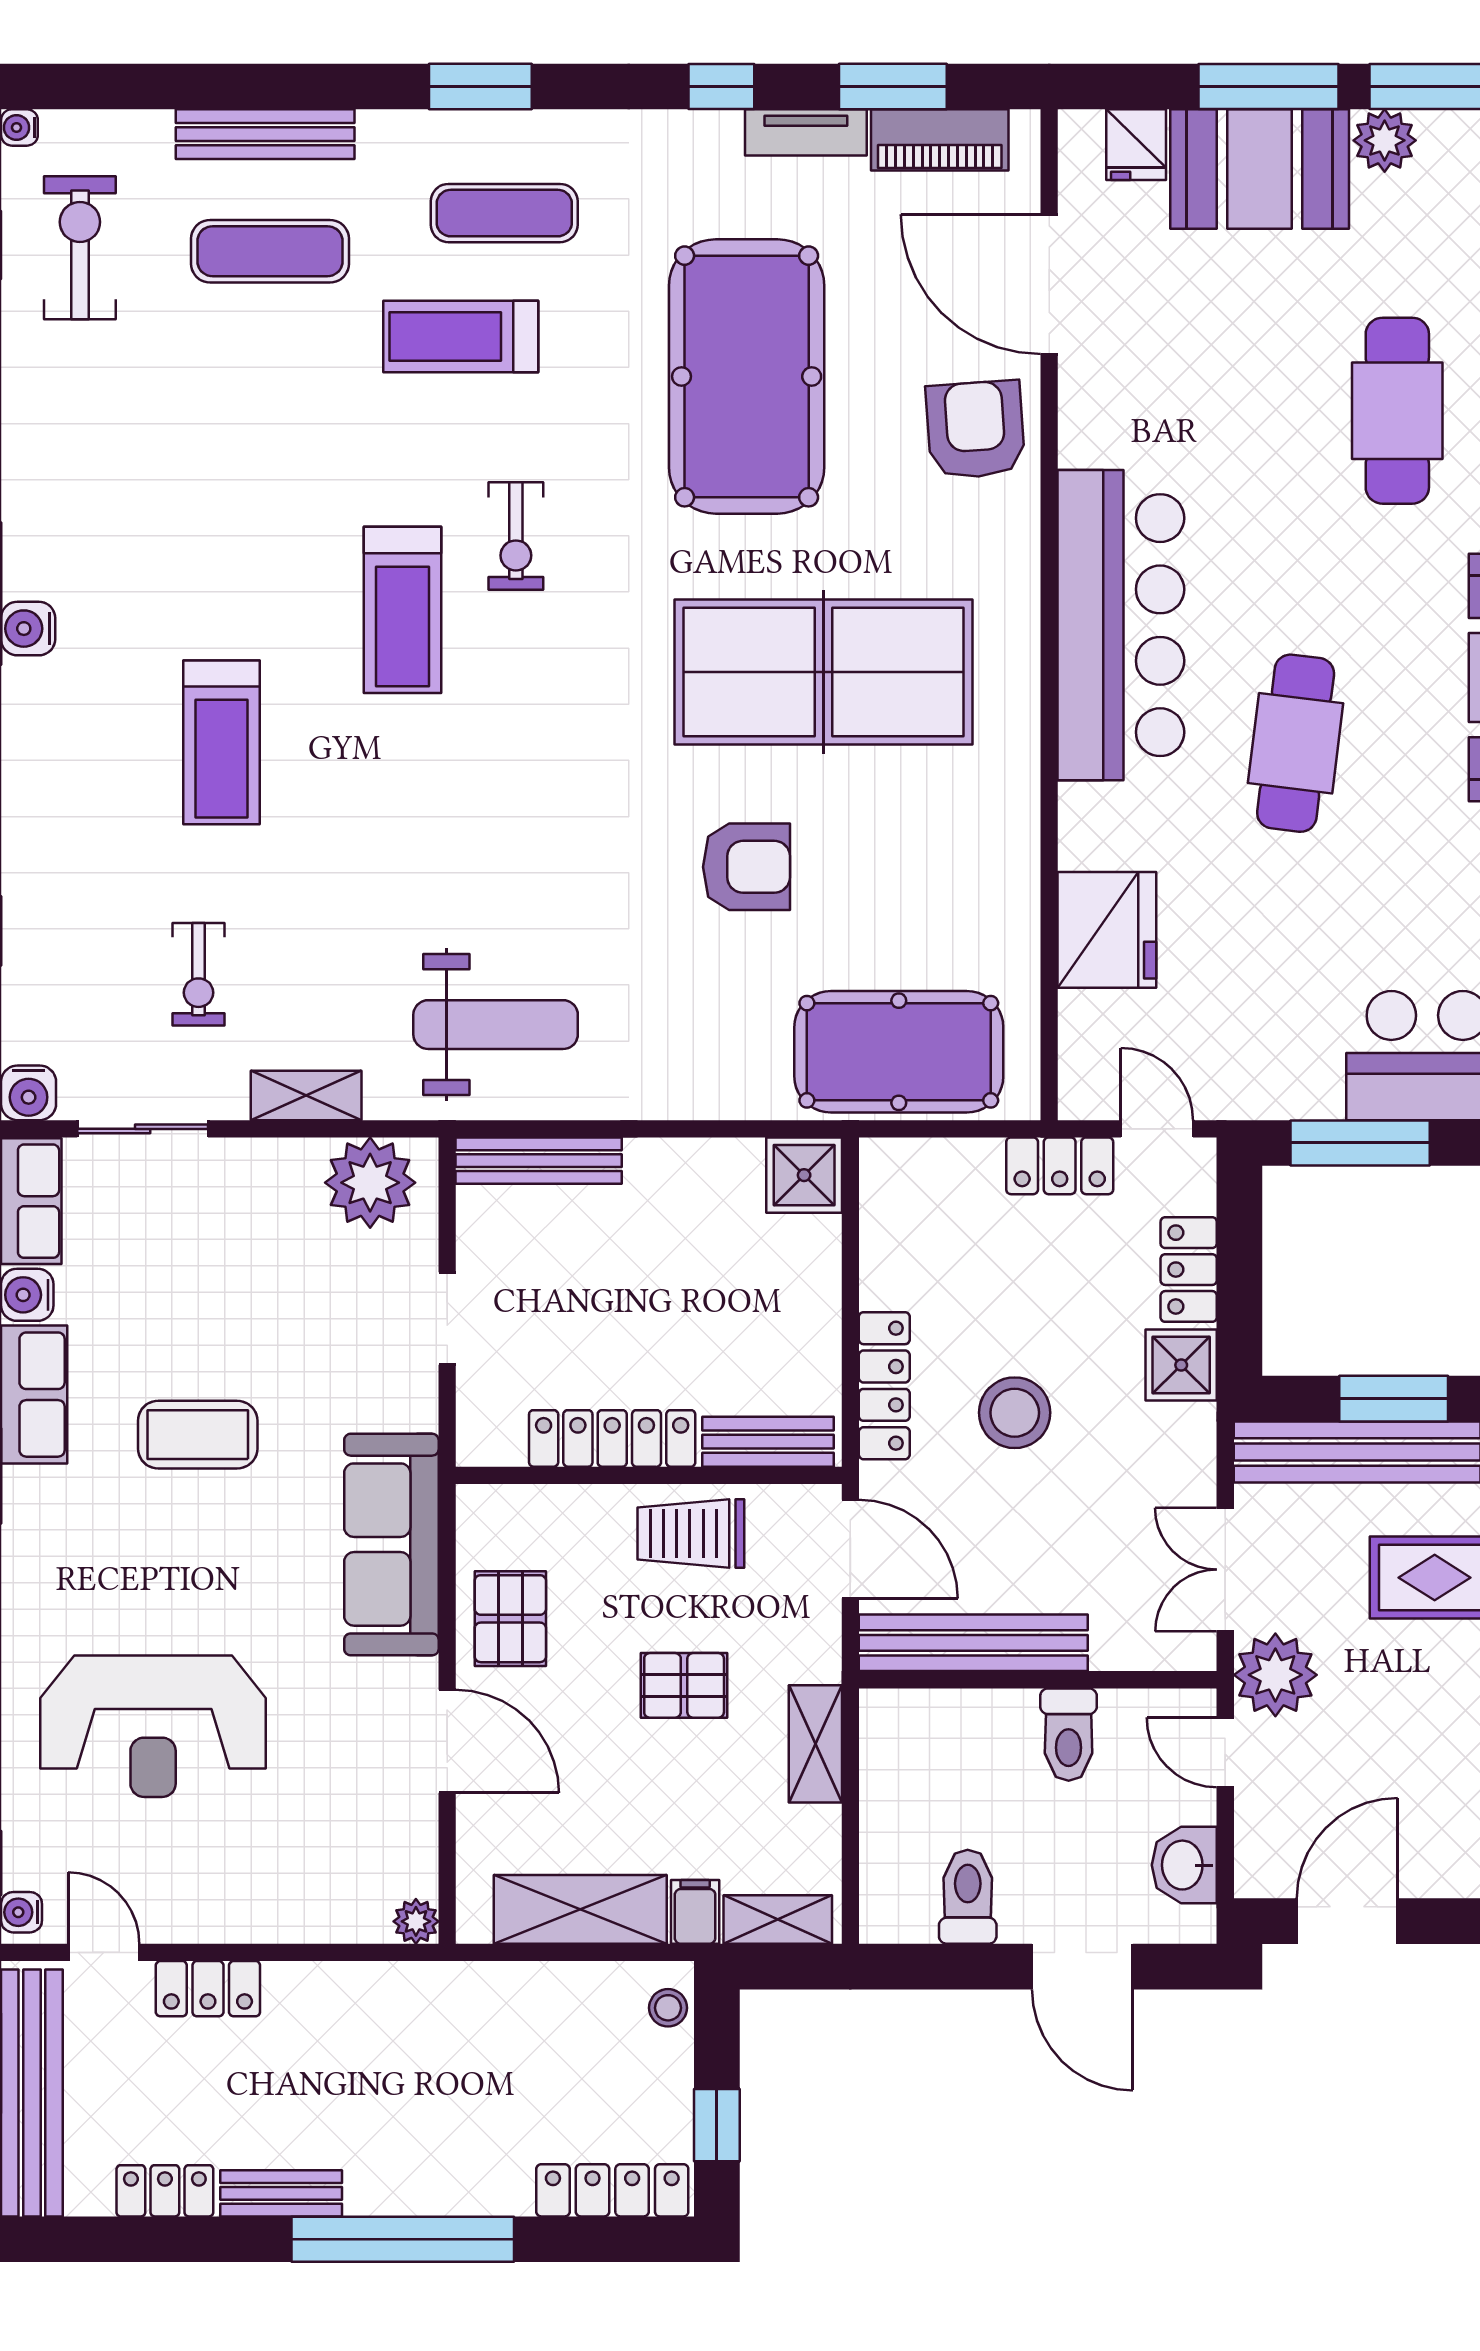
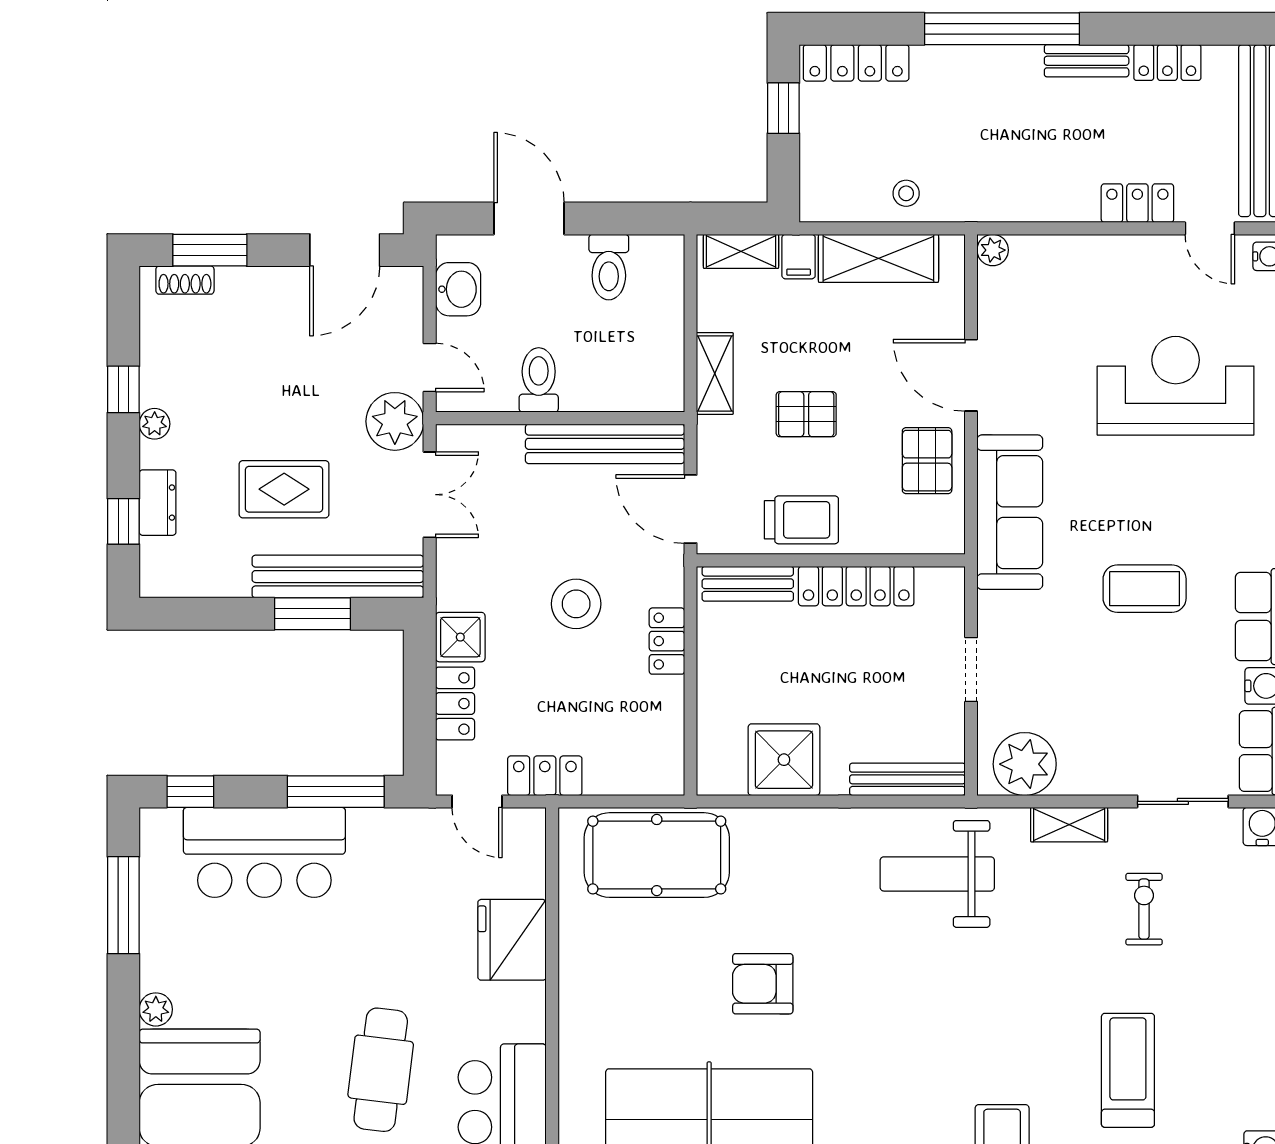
shower: (804, 1175) -> (784, 760), moved, width x1.36, depth x1.36
locker: (884, 1386) -> (667, 641), width x0.66
stool: (668, 2008) -> (906, 193), moved

